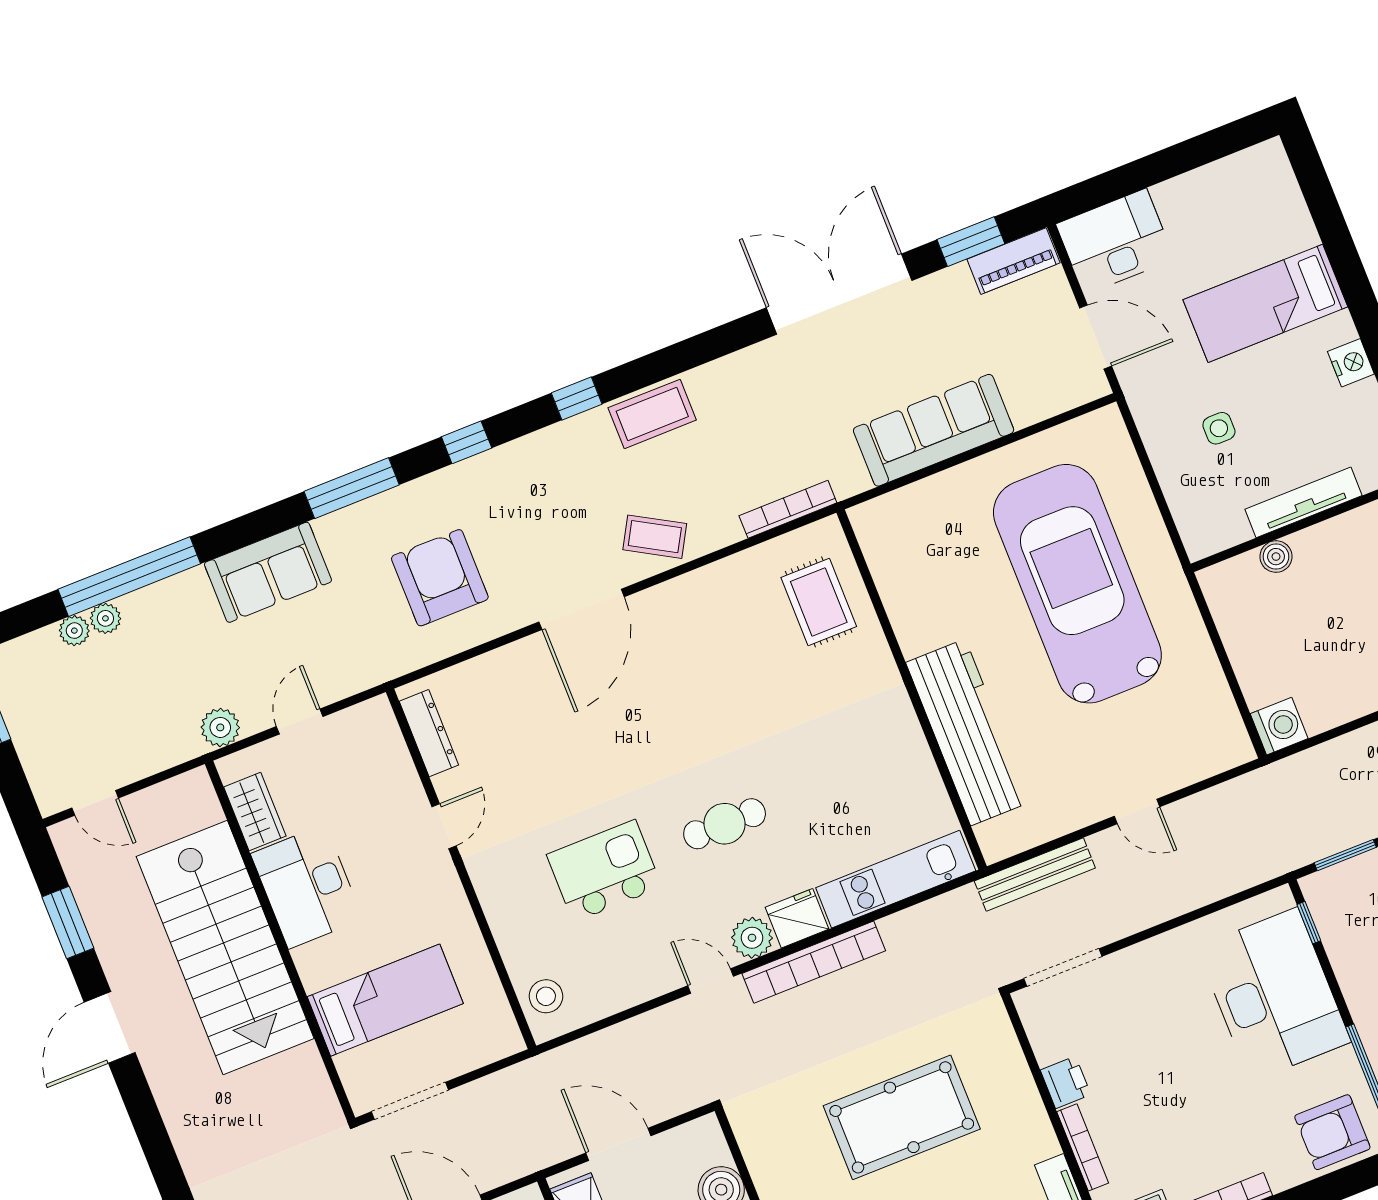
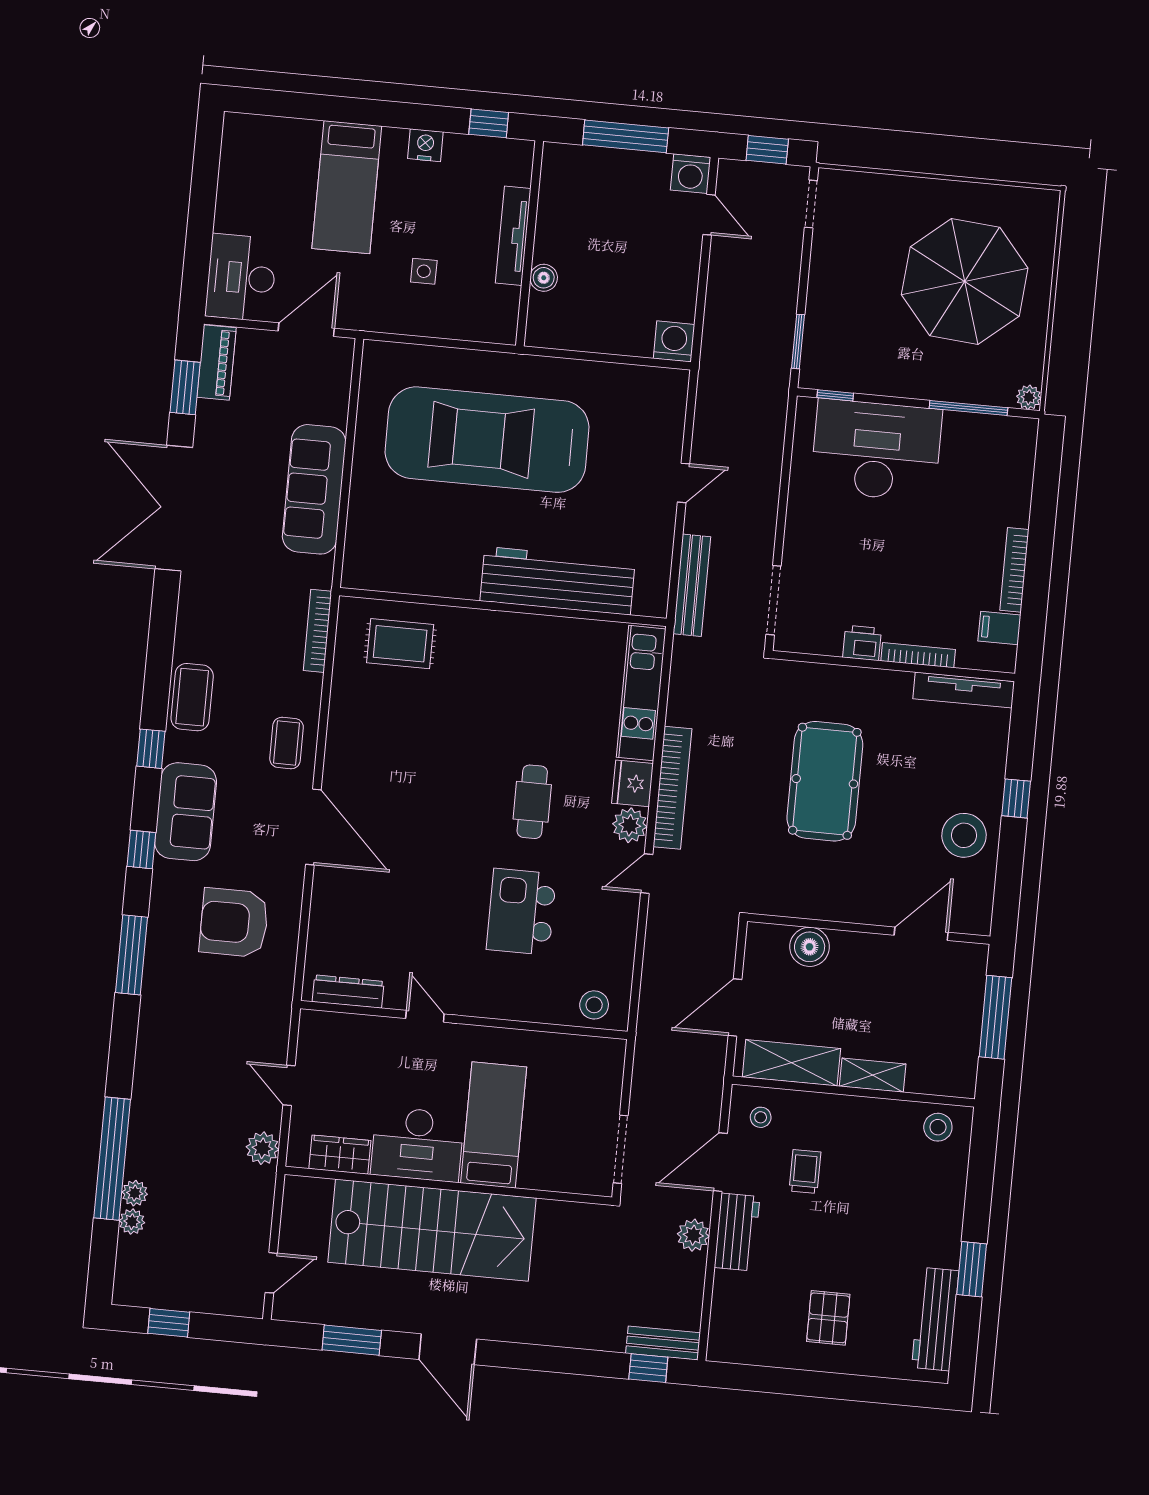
coffee table: (655, 537) -> (287, 743), turned -30
sofa: (268, 572) -> (186, 812), moved
bed: (385, 1000) -> (494, 1125), moved
armchair: (1332, 1132) -> (1004, 459), removed

